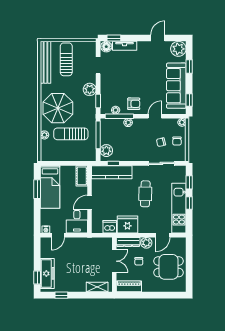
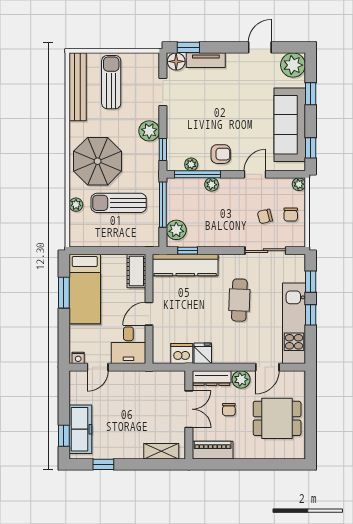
fridge: (127, 224) -> (203, 353), width x0.53, depth x0.75

